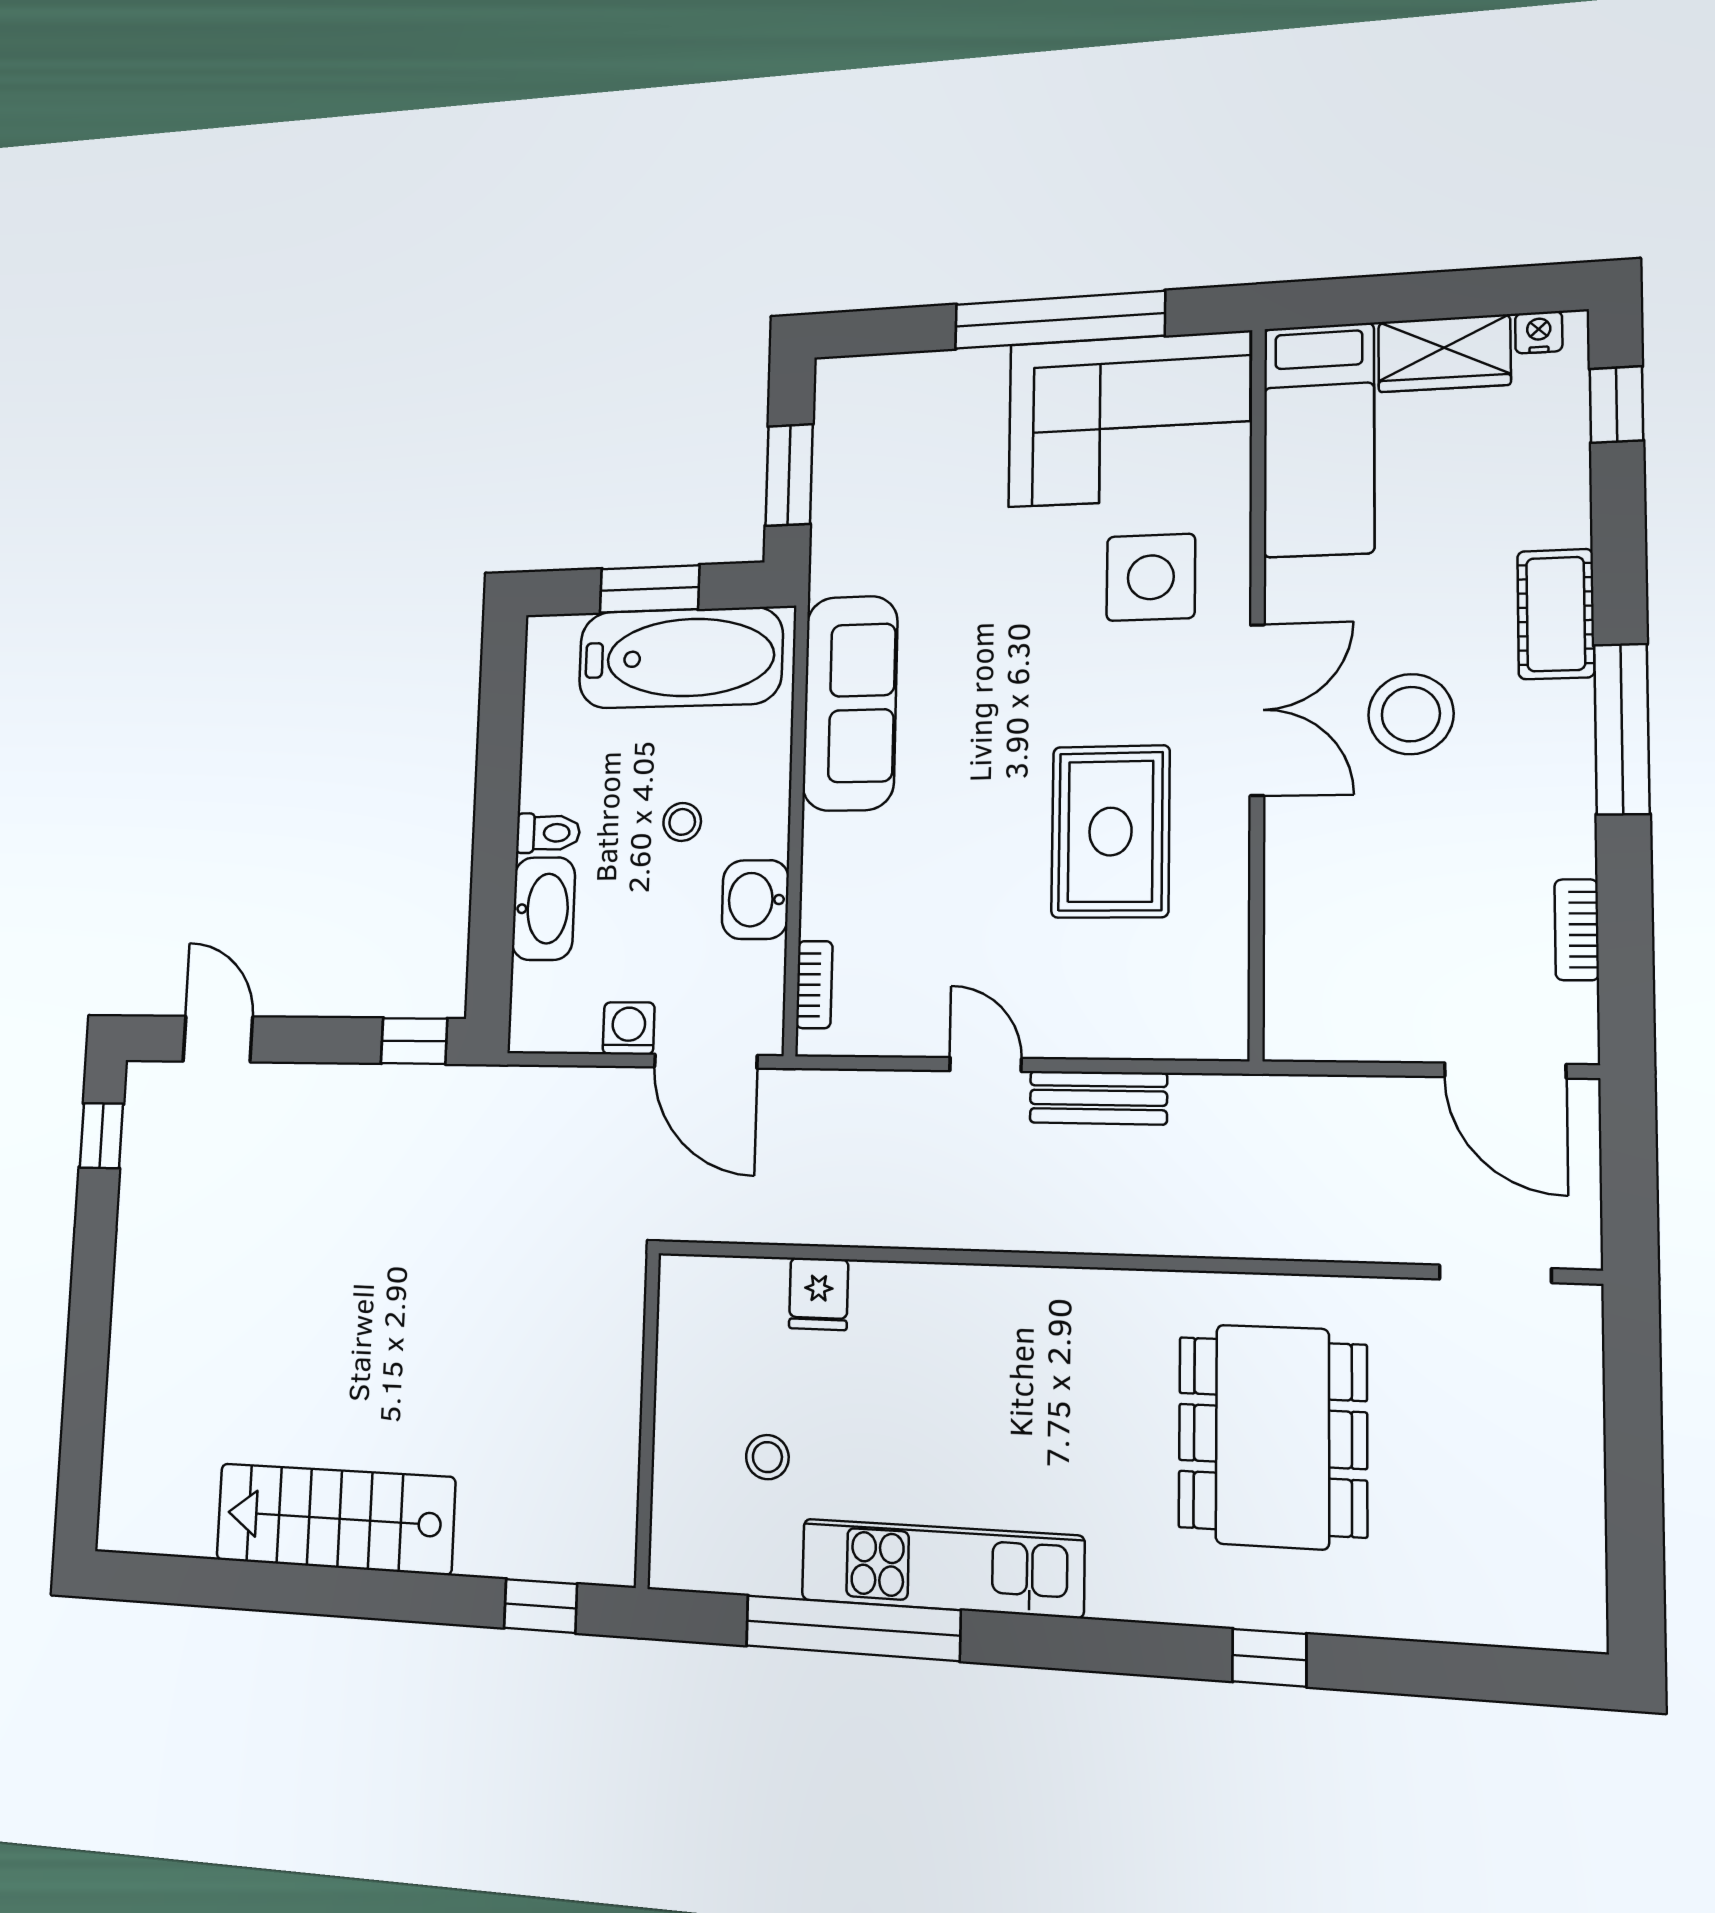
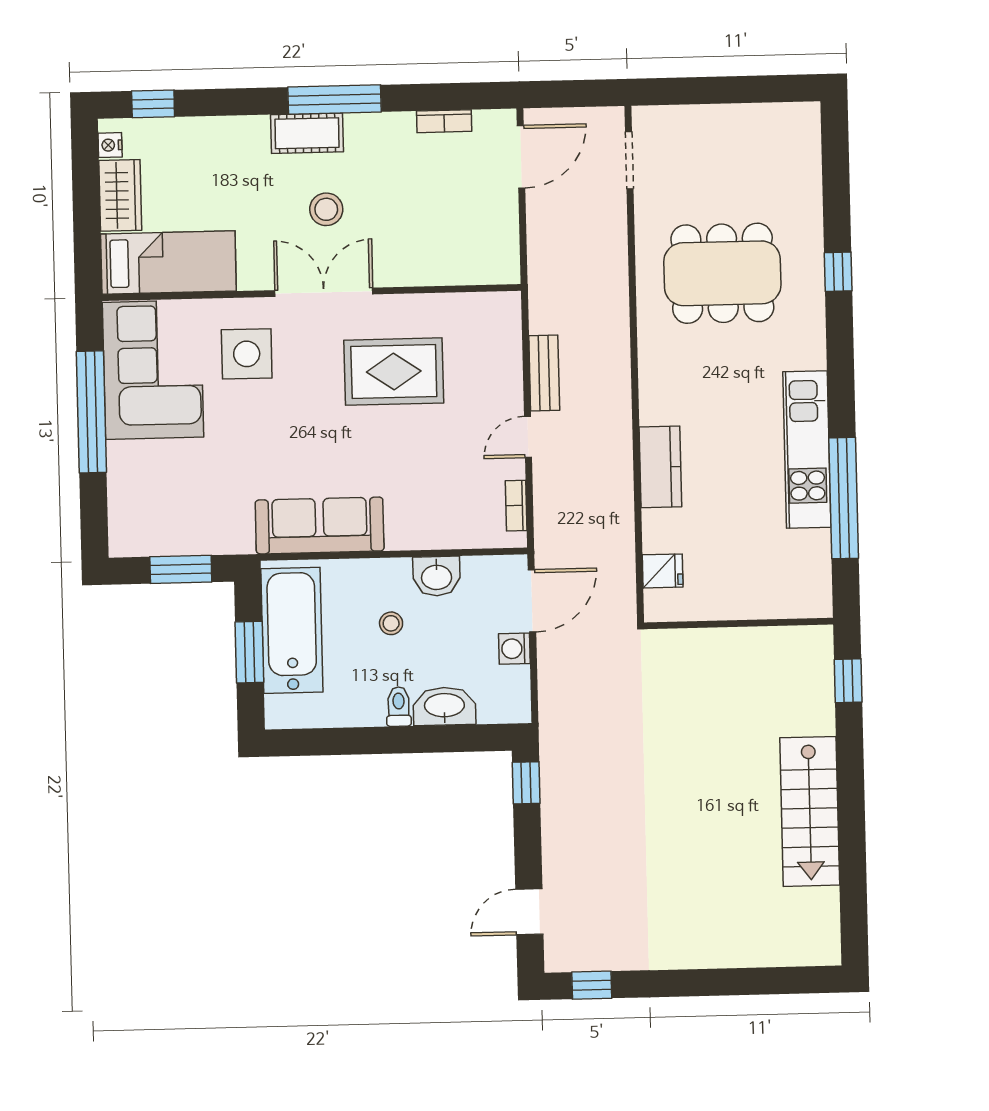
cot: (1556, 614) -> (307, 133), moved
stool: (1411, 714) -> (326, 209), width x0.73, depth x0.73
bookcase: (814, 985) -> (516, 506), moved, turned -90
fridge: (819, 1294) -> (663, 571), moved
kitchen counter: (923, 1298) -> (660, 467), added
stool: (767, 1457) -> (754, 552), removed

